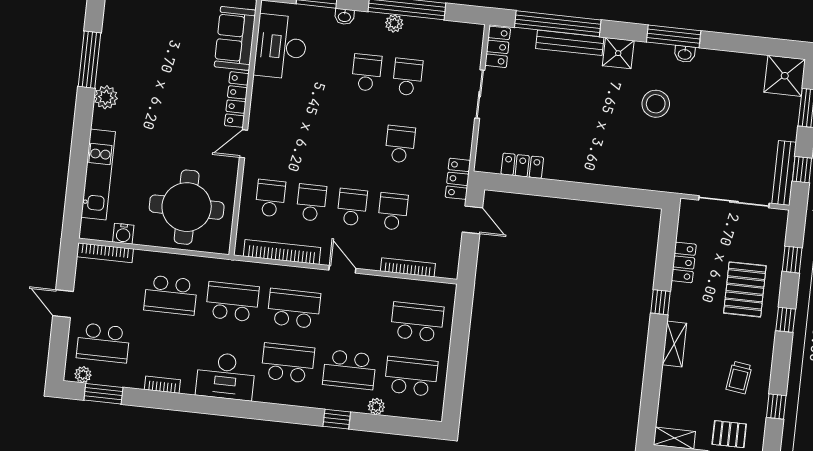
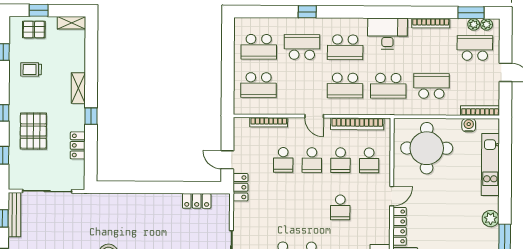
school desk: (400, 144) -> (340, 207), moved
trolley: (739, 378) -> (31, 69), turned -98
bookcase: (162, 385) -> (431, 23), width x1.56
plant: (376, 406) -> (474, 24), moved

